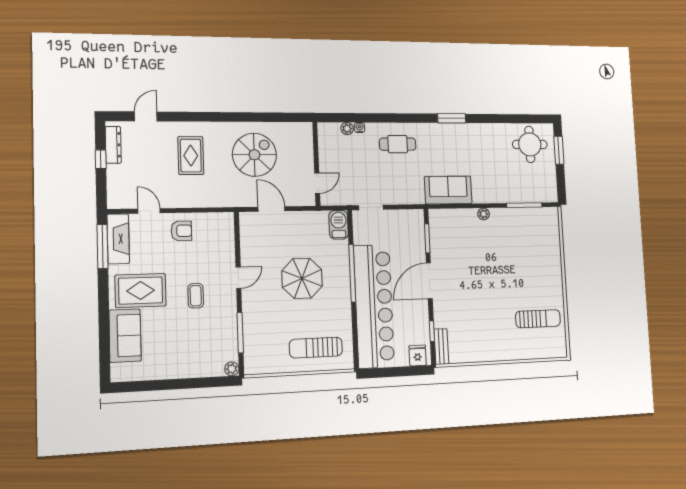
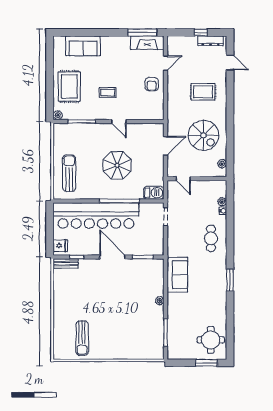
plant: (294, 128) -> (222, 164), added
rug: (141, 291) -> (69, 86), moved

